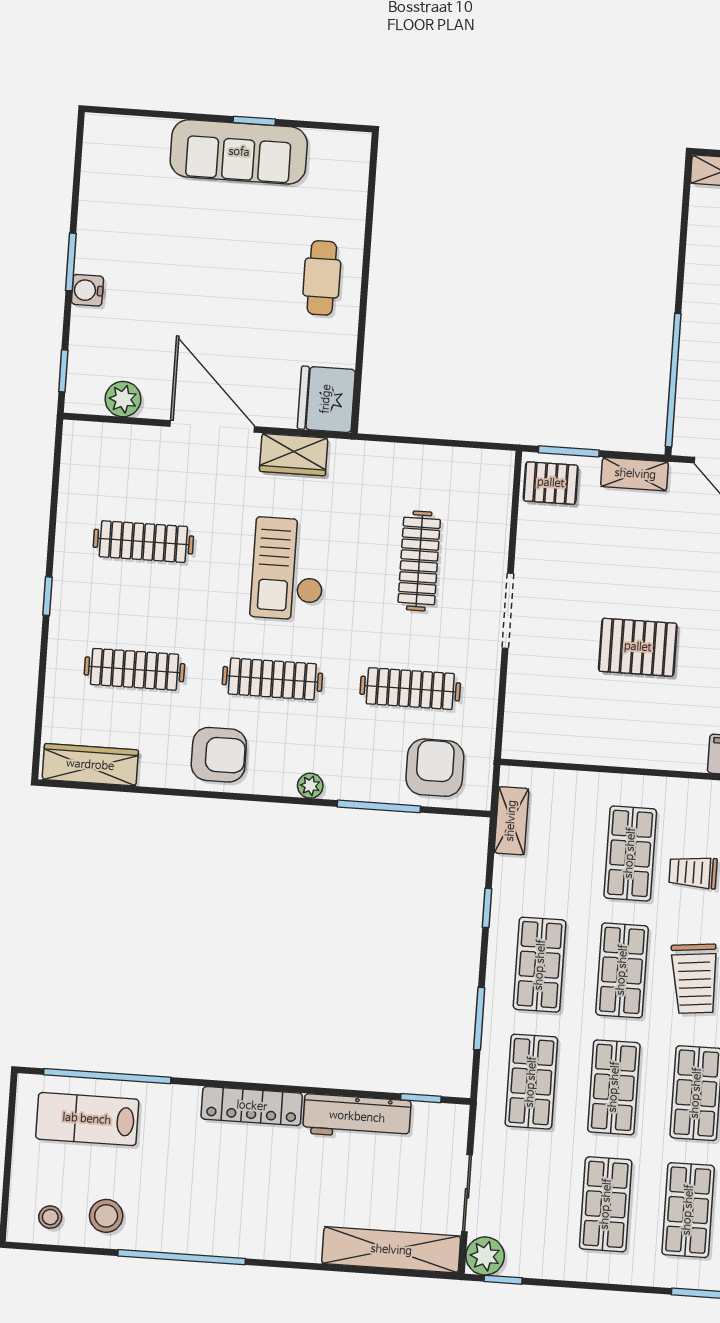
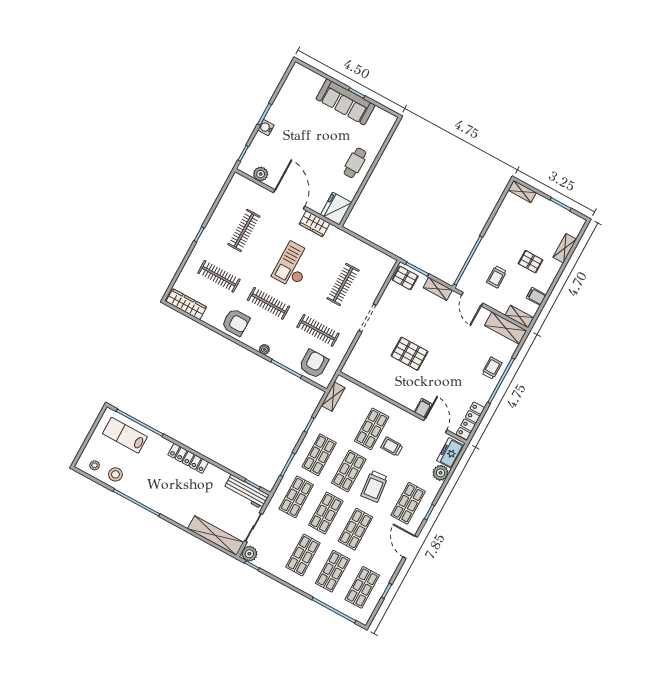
clothes rail: (143, 542) -> (244, 230), turned 90
workbench: (357, 1117) -> (246, 492), moved

